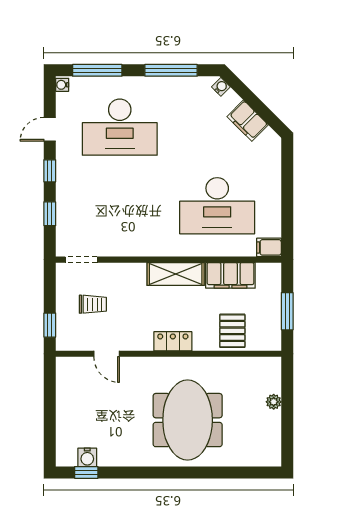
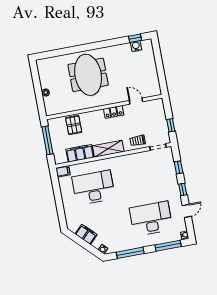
trolley: (93, 304) -> (138, 141), moved
window: (287, 311) -> (47, 140), width x1.44
window: (50, 325) -> (171, 125), moved
locker: (173, 341) -> (114, 112), moved

